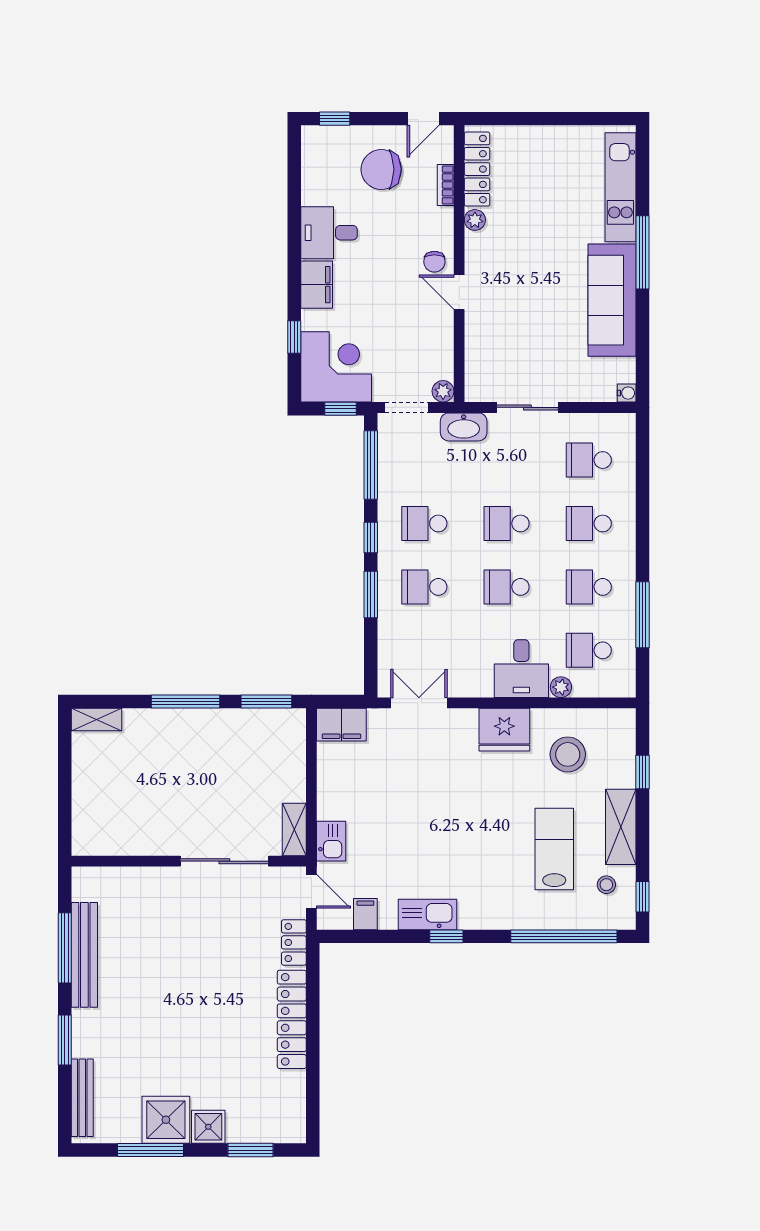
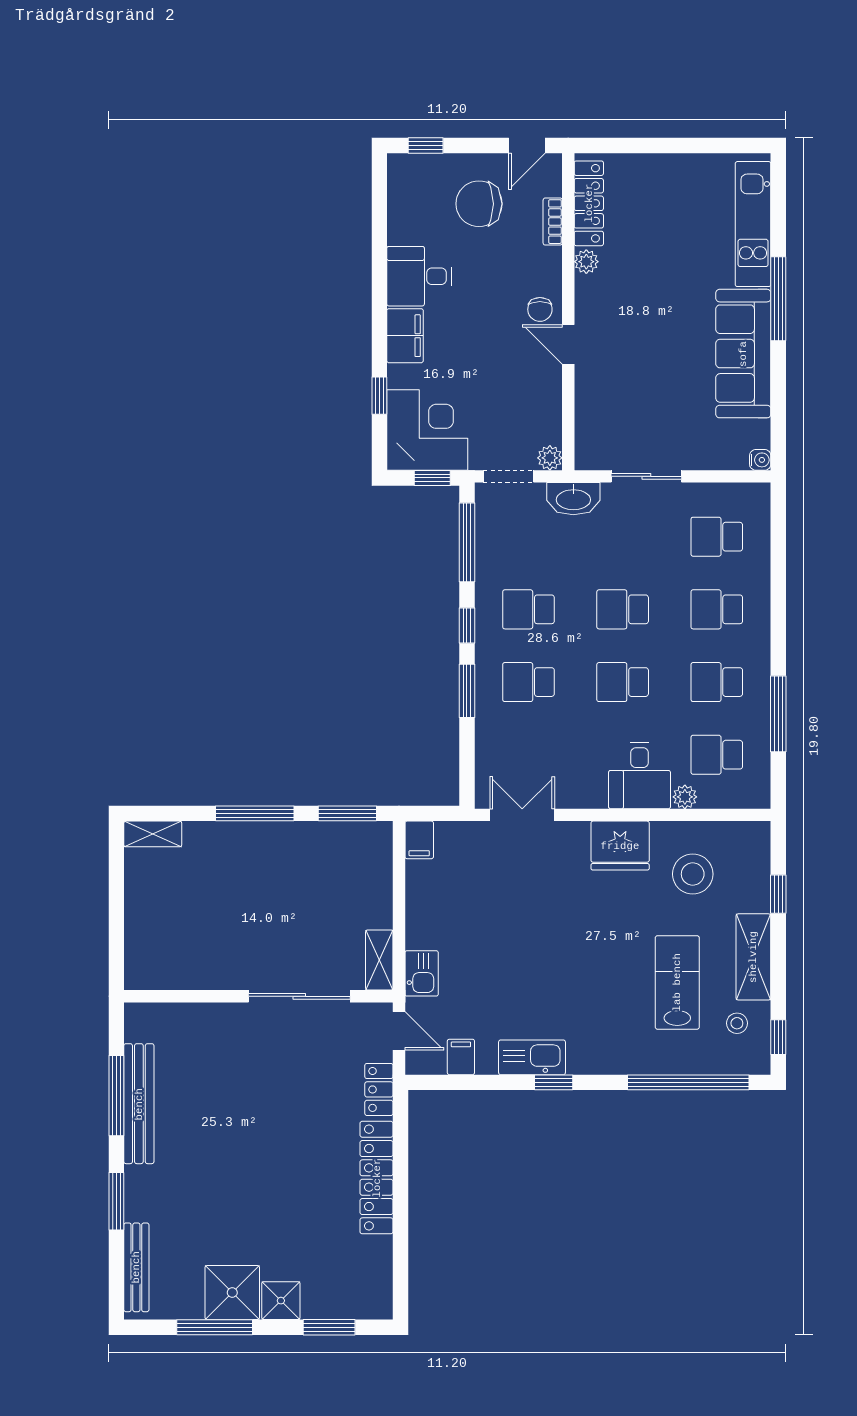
filing cabinet: (341, 725) -> (419, 840), width x0.50

